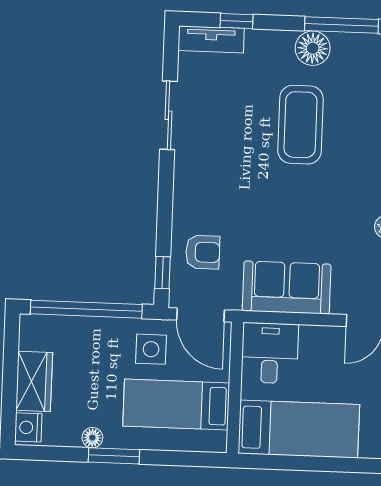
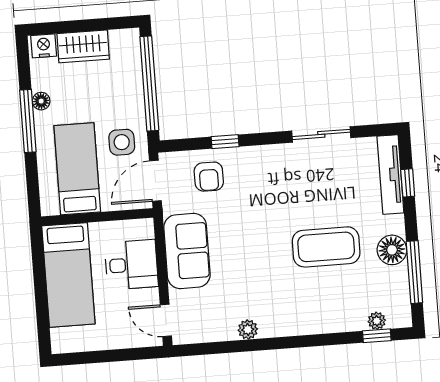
tv unit: (211, 39) -> (390, 174), width x1.41
window: (162, 273) -> (225, 142), moved
desk: (270, 353) -> (131, 265), moved
window: (114, 456) -> (28, 121), width x1.44

